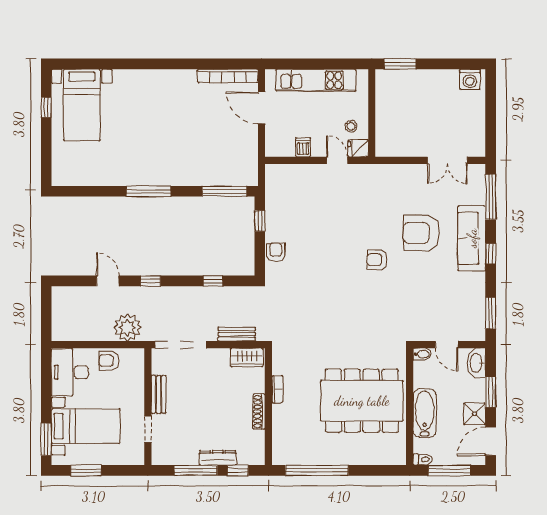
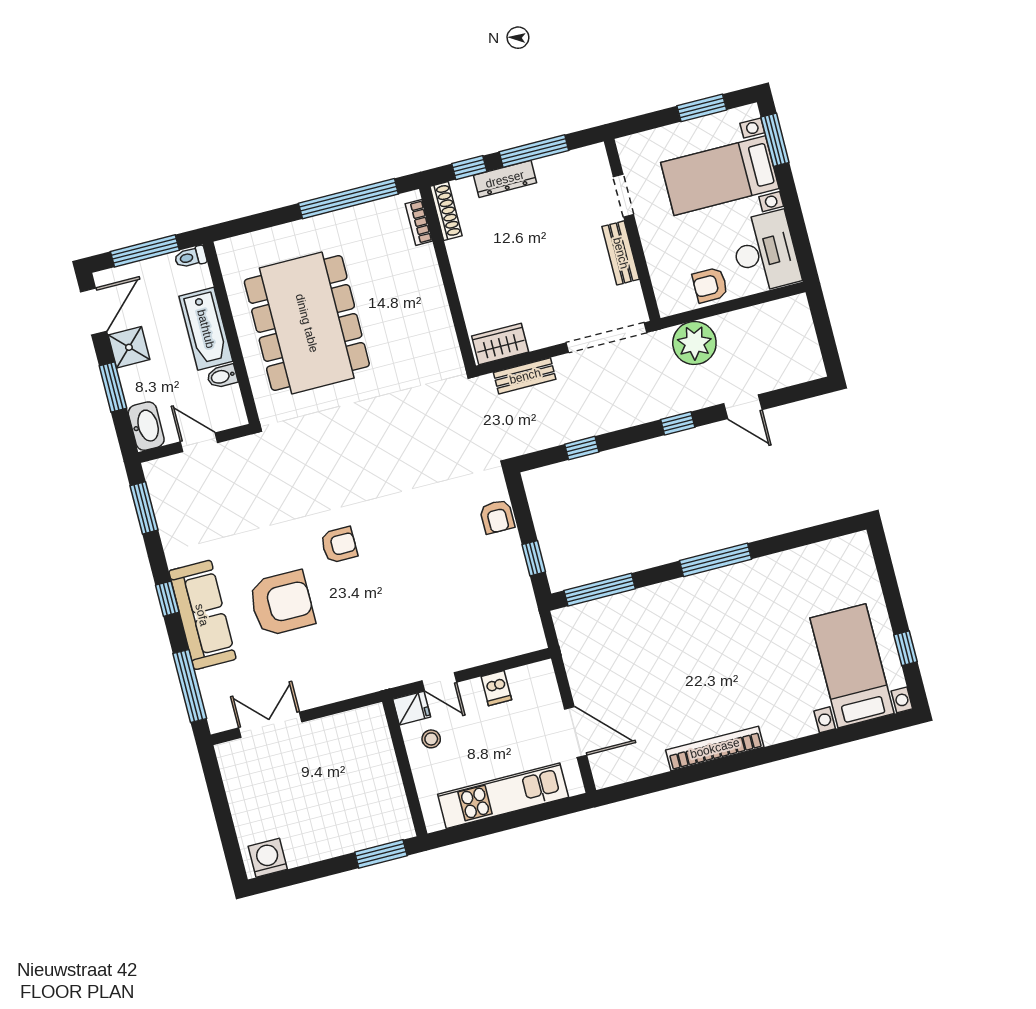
bookcase: (228, 76) -> (715, 748), moved
bidet: (422, 354) -> (222, 376), moved
armchair: (109, 361) -> (710, 285), turned 180
bookcase: (277, 389) -> (419, 222), moved
dining table: (362, 401) -> (307, 323), turned 90
shoe rack: (259, 412) -> (446, 211), moved

